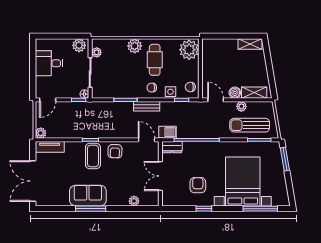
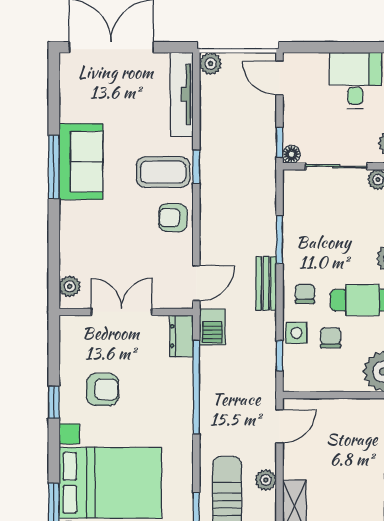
chair: (190, 87) -> (331, 338), moved
boiler: (235, 93) -> (294, 466), removed
tv unit: (50, 147) -> (182, 94), width x1.41
plant: (134, 201) -> (70, 286), moved

